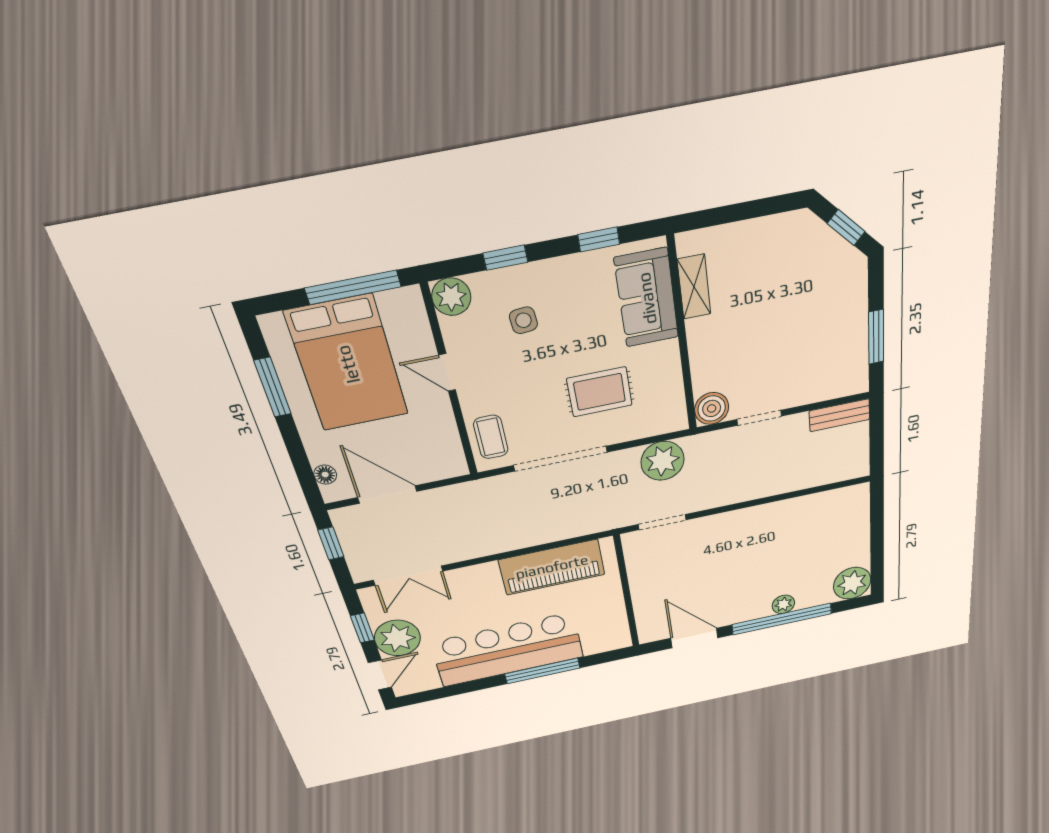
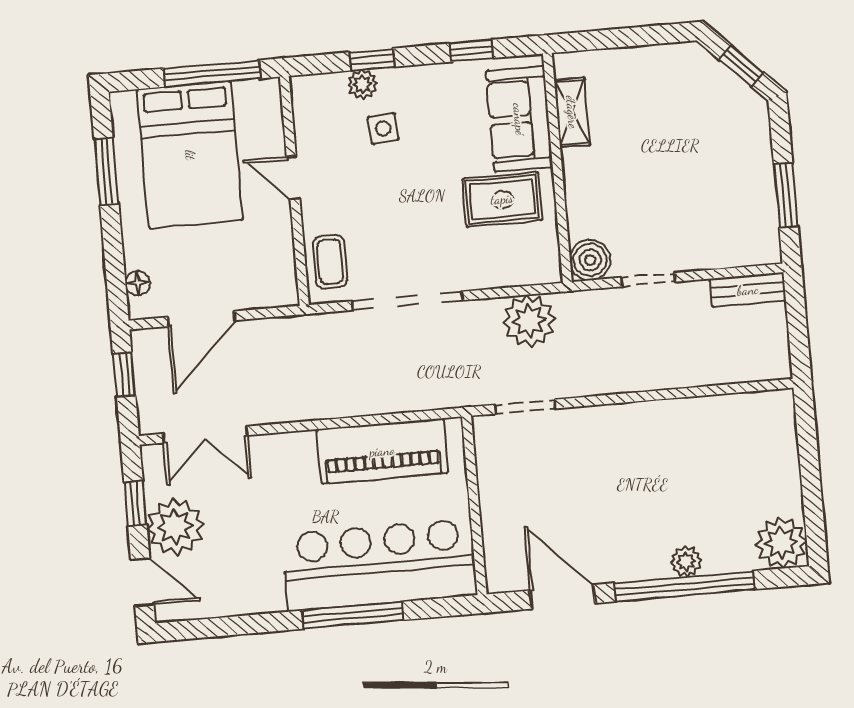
plant: (451, 297) -> (363, 84), moved, width x0.73, depth x0.73
rug: (600, 392) -> (502, 199), moved
door: (387, 494) -> (201, 319), swing flipped
bar counter: (508, 650) -> (380, 565), moved
door: (380, 675) -> (142, 582), hinge flipped

